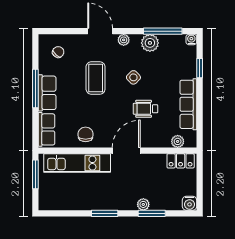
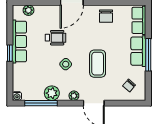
window: (200, 68) -> (10, 53), moved

